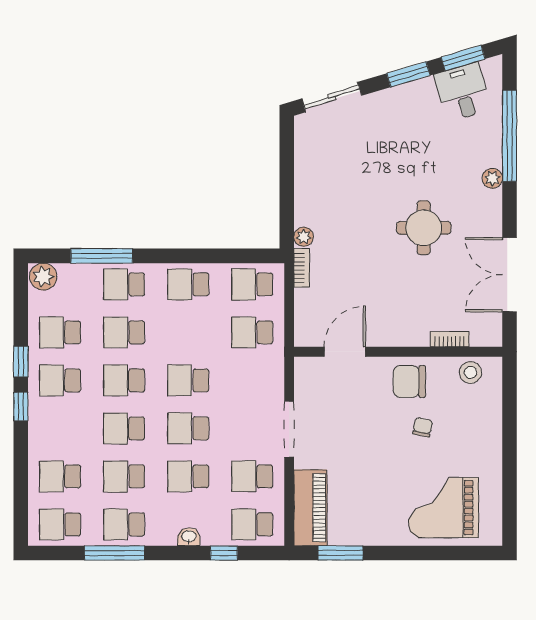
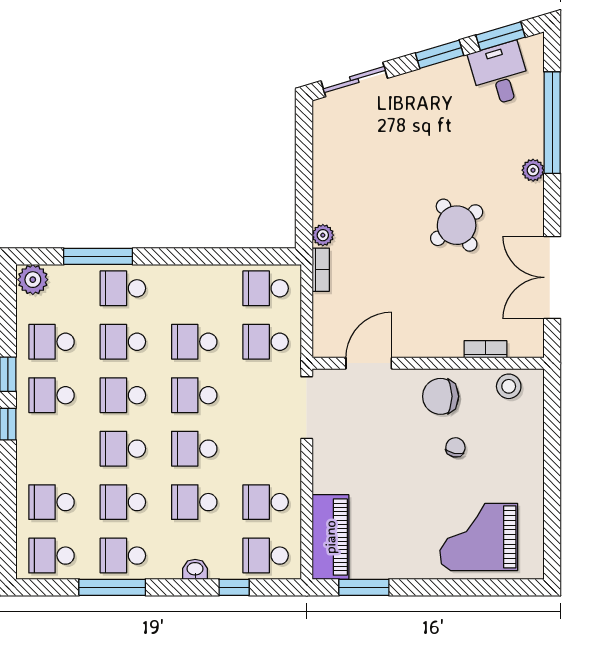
round table: (424, 228) -> (457, 225), turned -35
school desk: (188, 284) -> (194, 342), moved
doorway: (289, 429) -> (307, 408), moved

